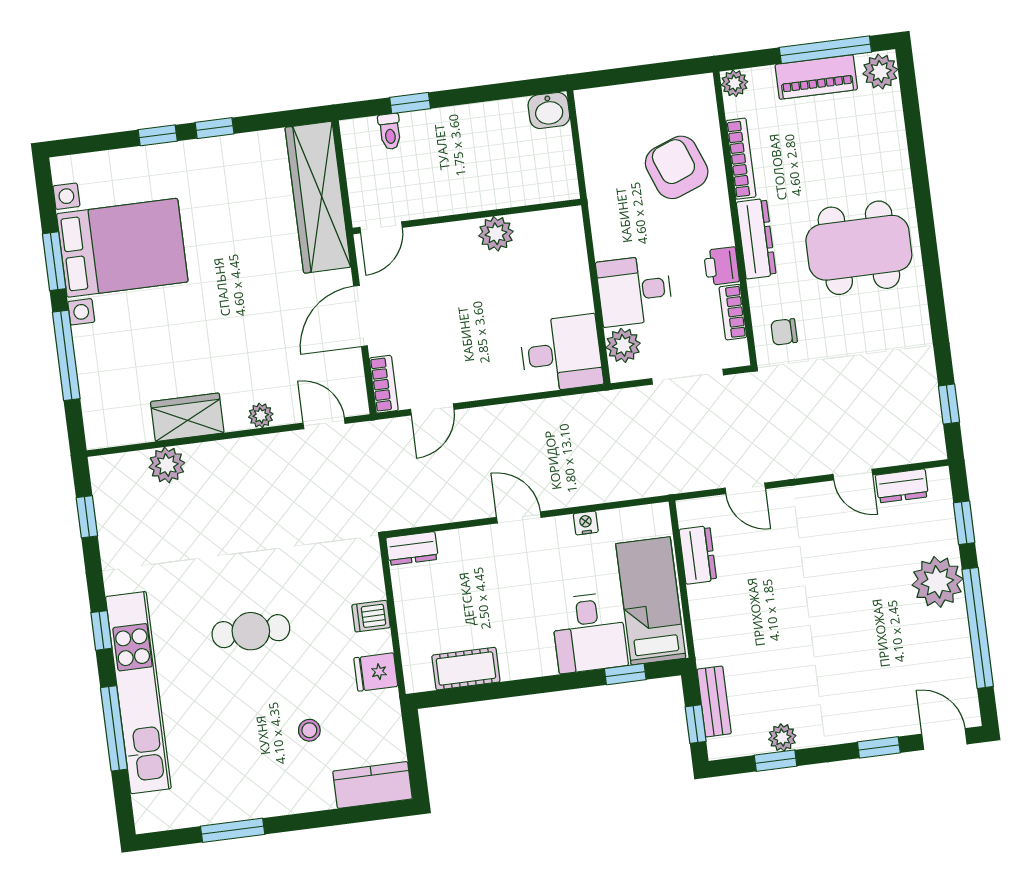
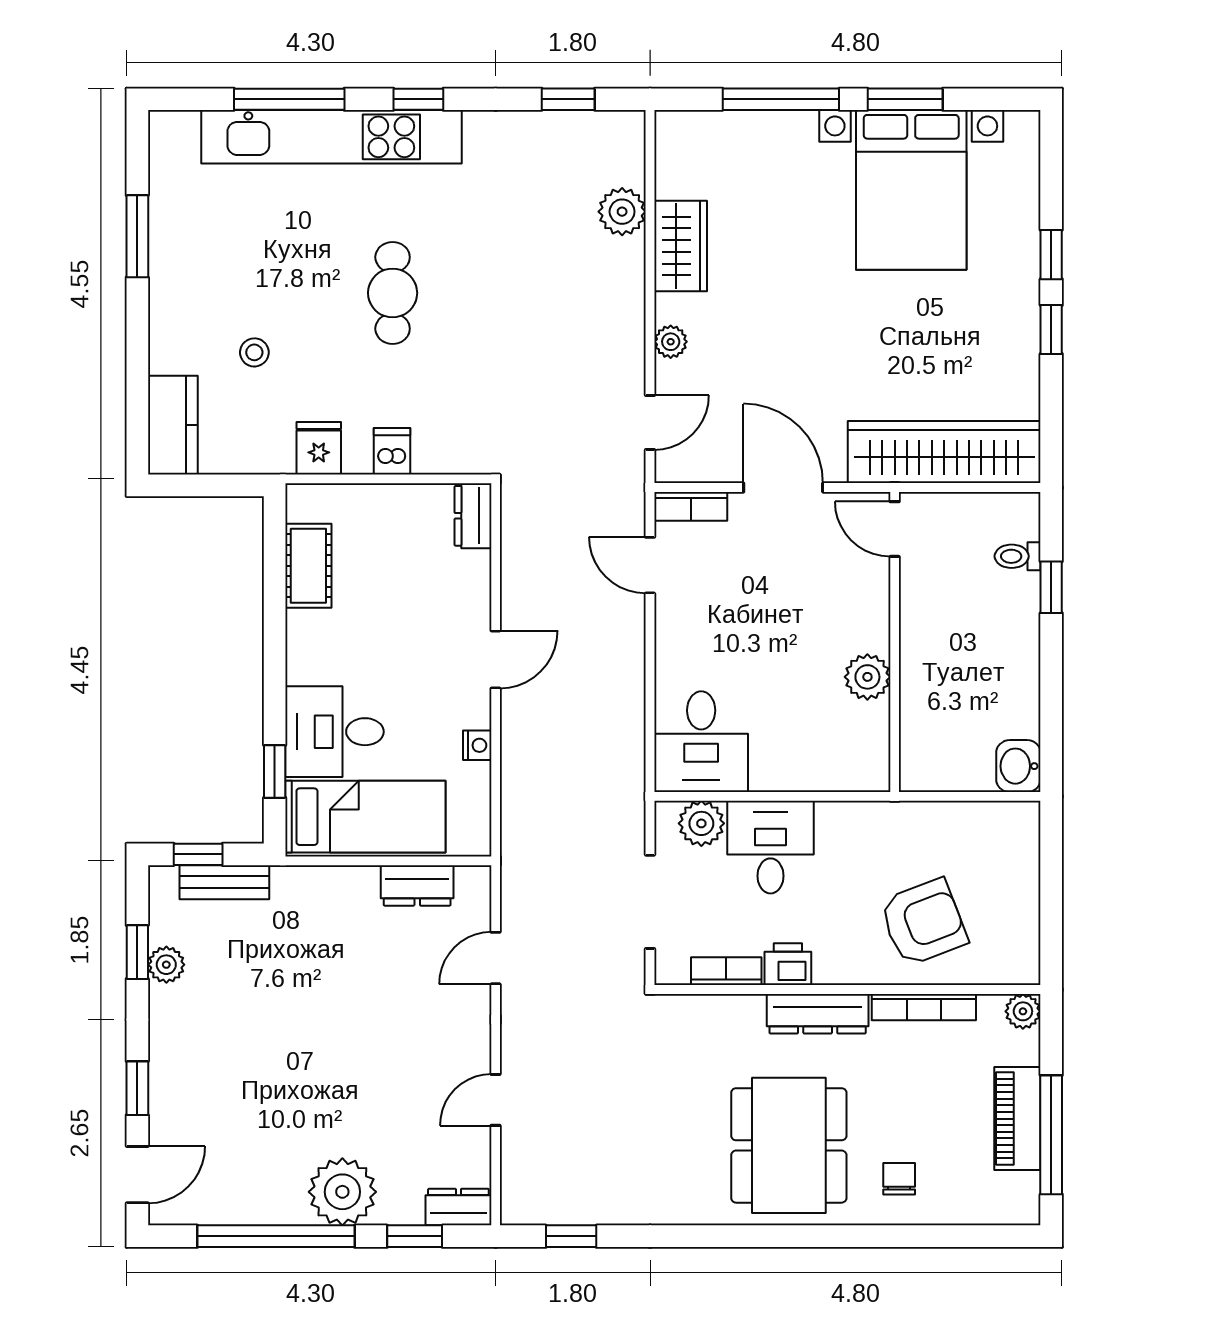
plant: (880, 72) -> (1014, 1202), removed
chair: (784, 332) -> (899, 1179), moved
dresser: (902, 486) -> (458, 1207), moved, turned 90

